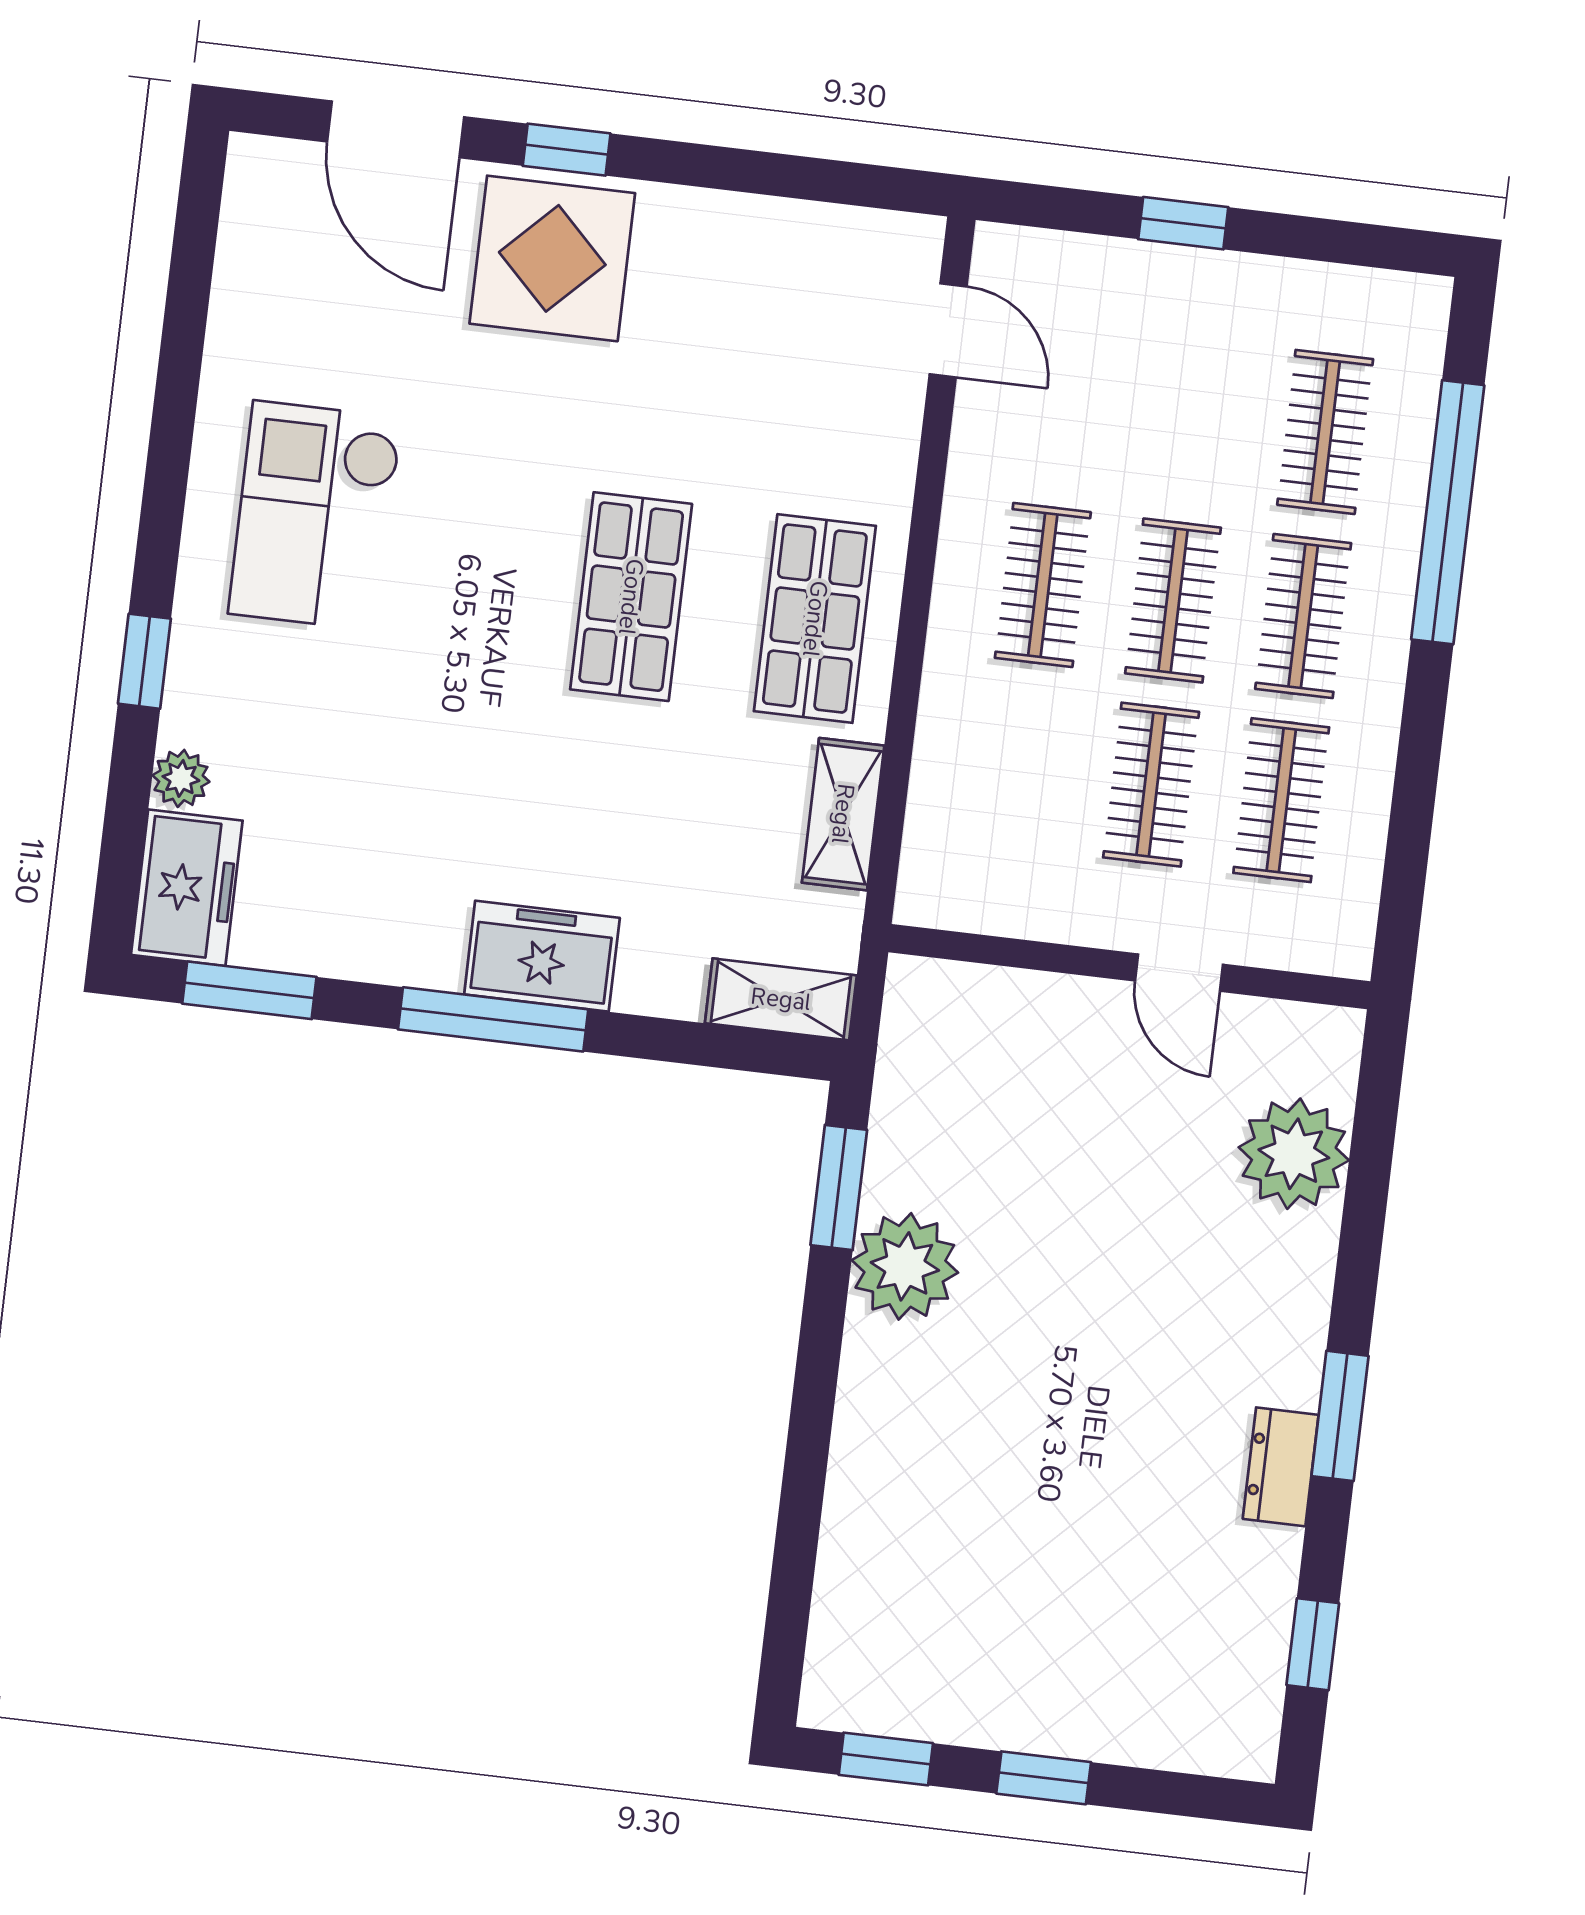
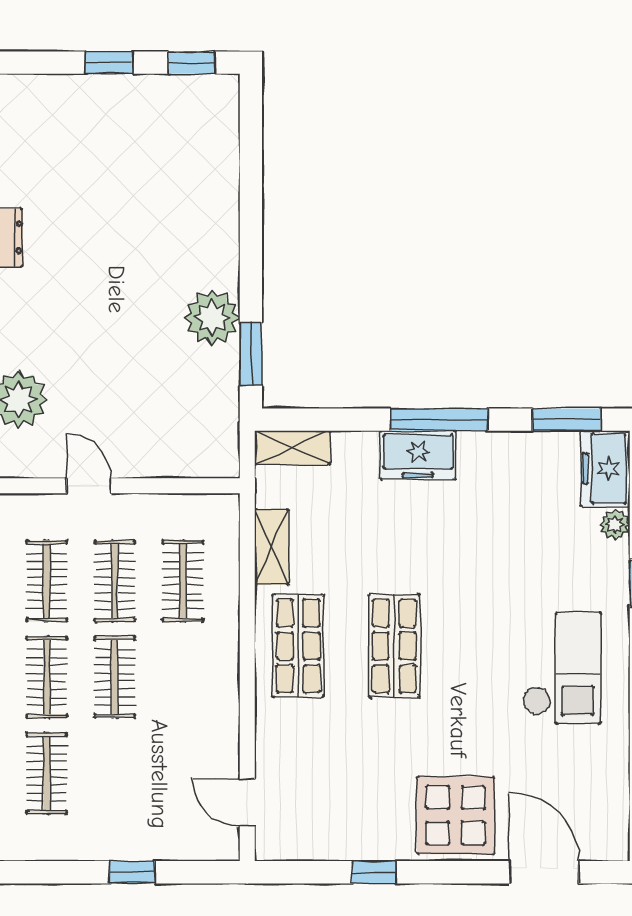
window: (567, 150) -> (374, 872), moved
clothes rail: (1043, 585) -> (183, 581), moved

